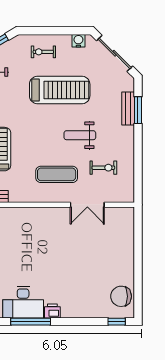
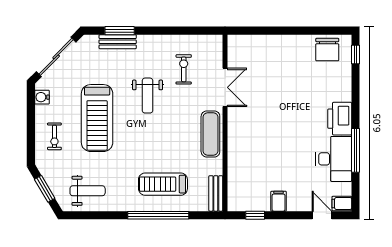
treadmill: (60, 90) -> (97, 118), turned 180
exercise mat: (57, 174) -> (210, 134), moved
printer: (52, 311) -> (340, 119), width x1.87, depth x1.48

